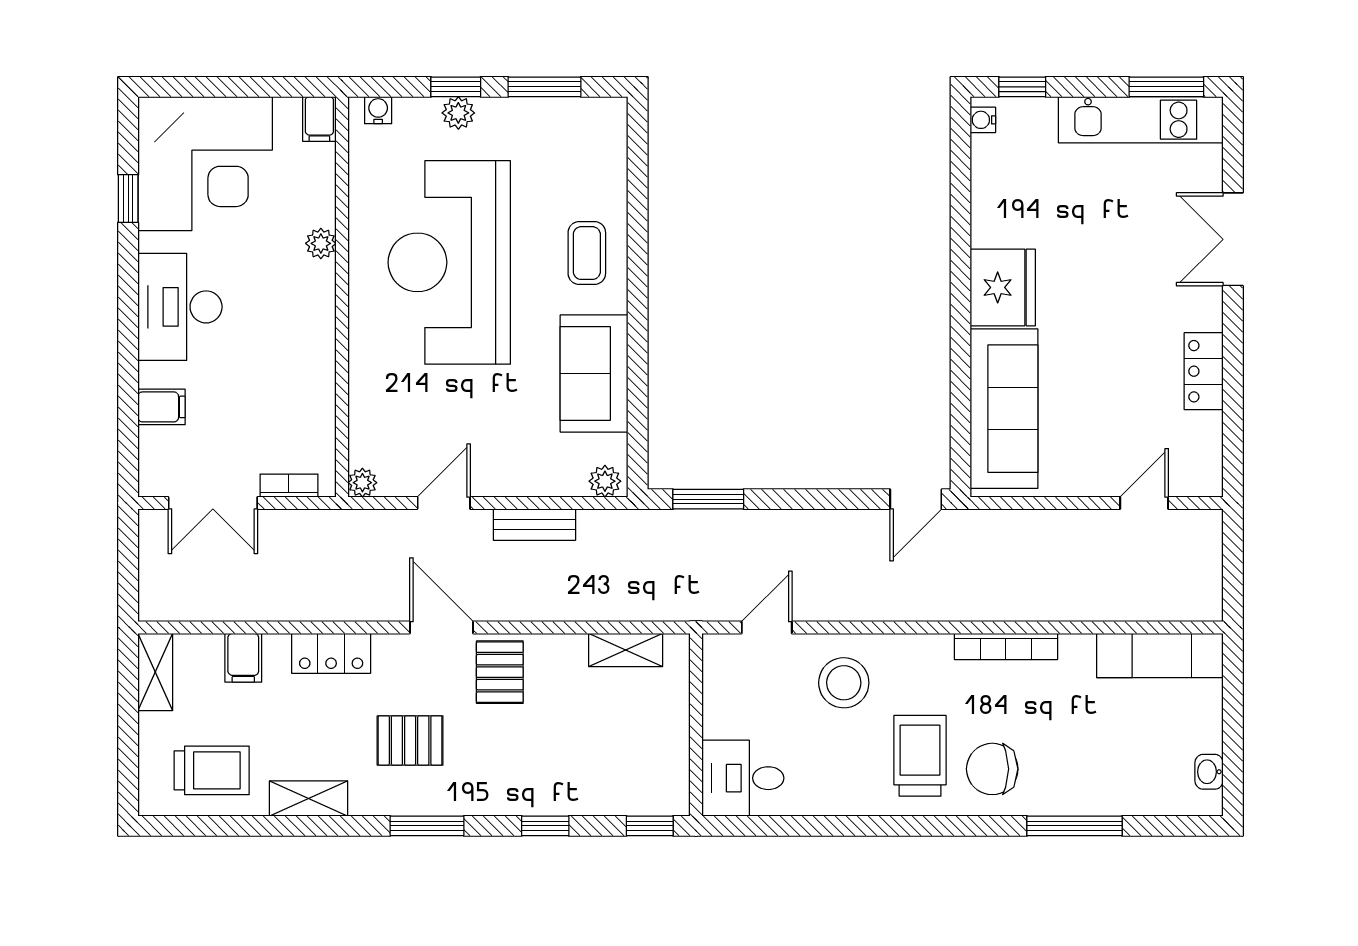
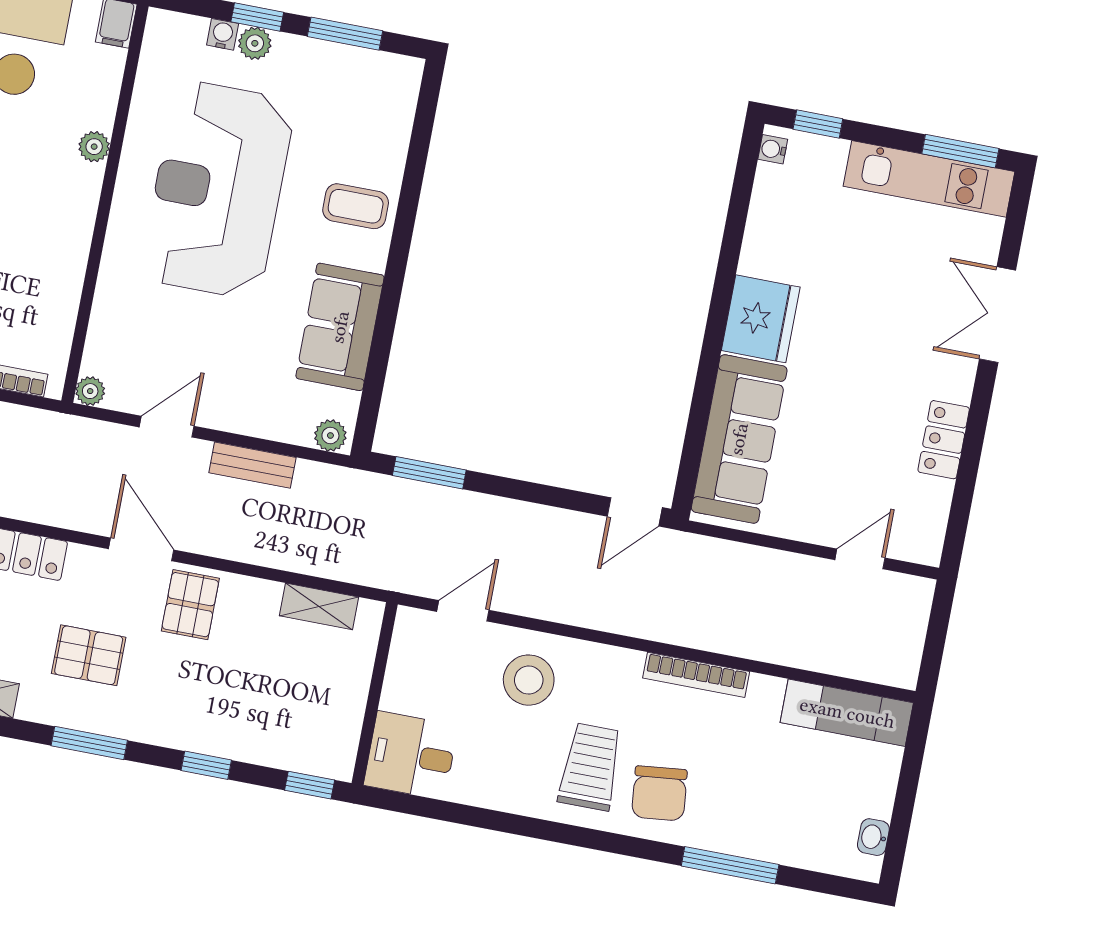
water cooler: (378, 110) -> (223, 34), moved
coffee table: (587, 253) -> (356, 206), turned 90
chair: (992, 769) -> (659, 793), turned -96

